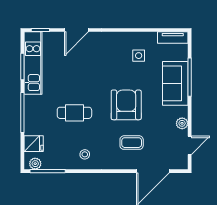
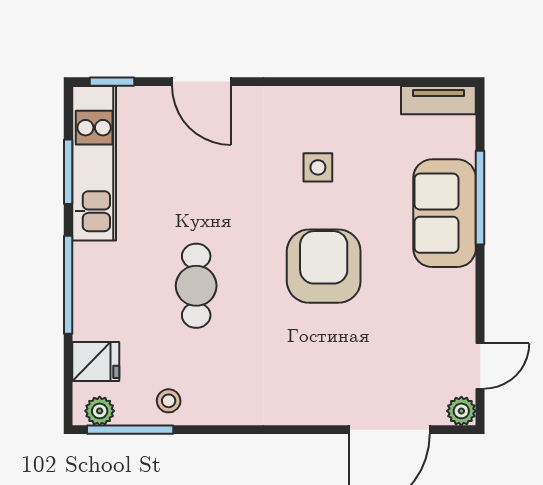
door: (77, 30) -> (201, 82), hinge flipped
side table: (139, 56) -> (318, 167), moved
cafe table: (74, 113) -> (196, 286), turned 90
plant: (182, 123) -> (461, 411), moved
coffee table: (132, 143) -> (337, 359), removed
stool: (85, 154) -> (169, 401), moved

